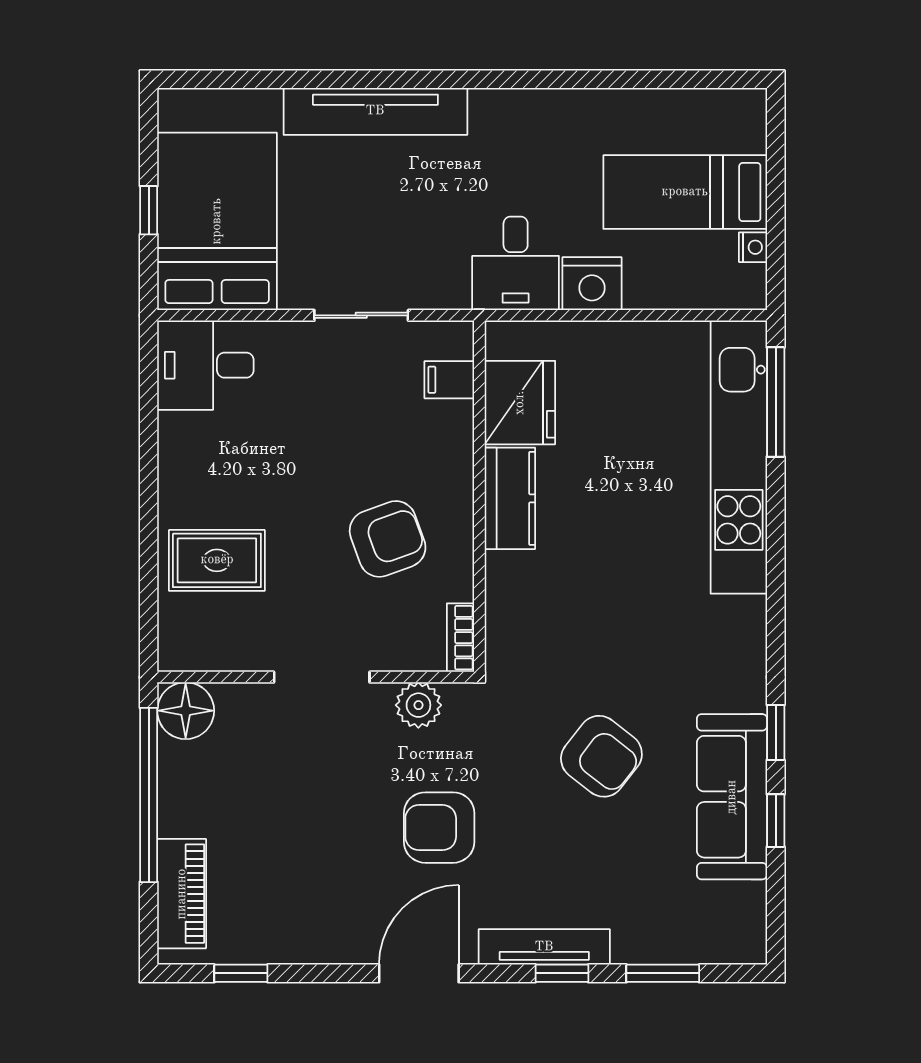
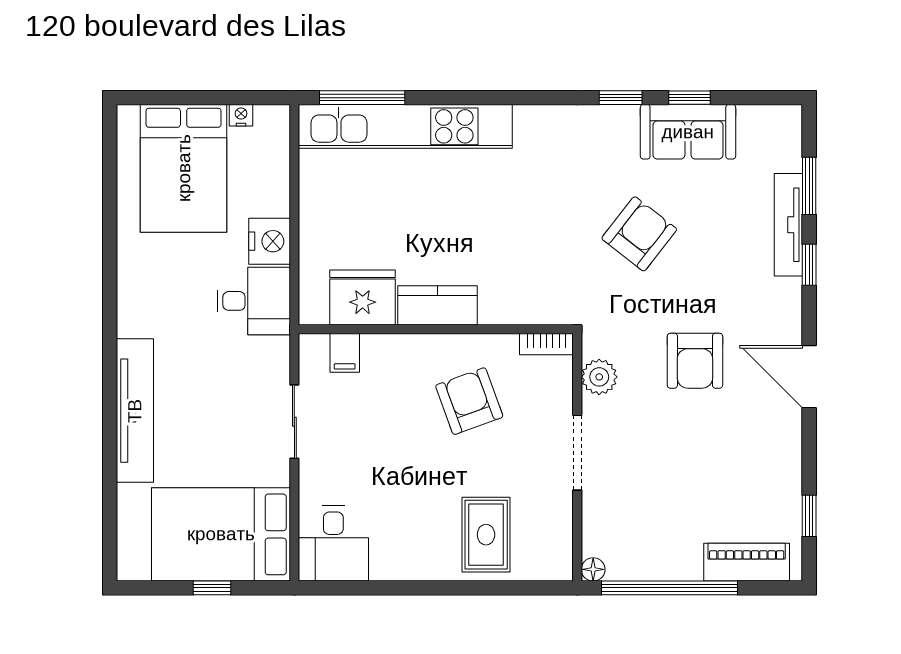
bed: (685, 192) -> (184, 168), width x1.50
floor lamp: (186, 711) -> (593, 569), width x0.53, depth x0.53
sofa: (732, 797) -> (688, 132), width x0.73
tv unit: (544, 947) -> (788, 225), moved

